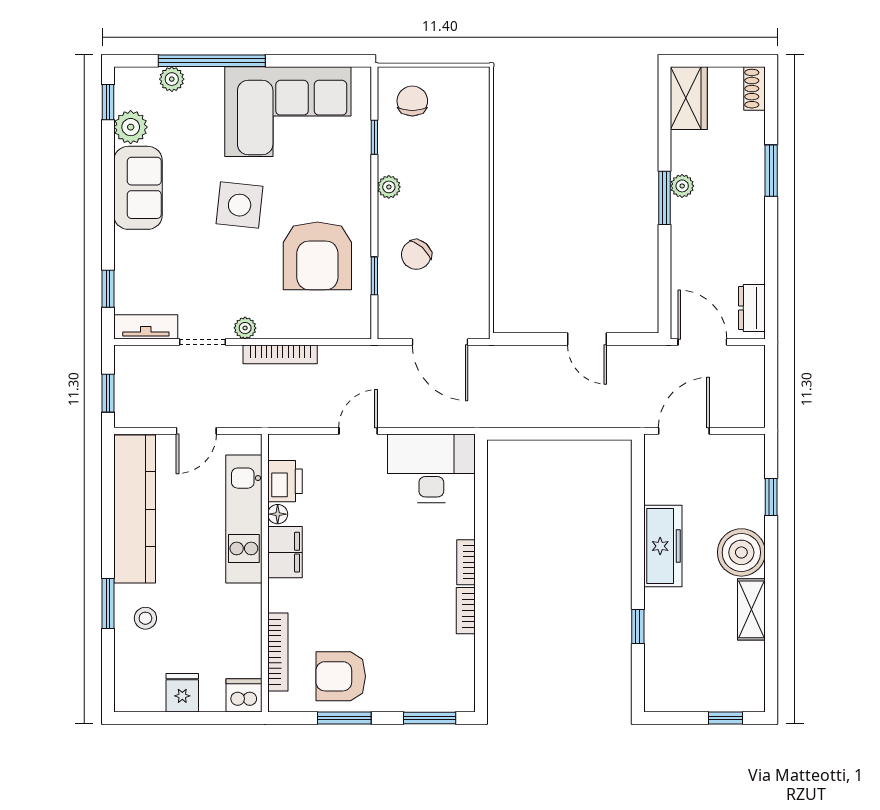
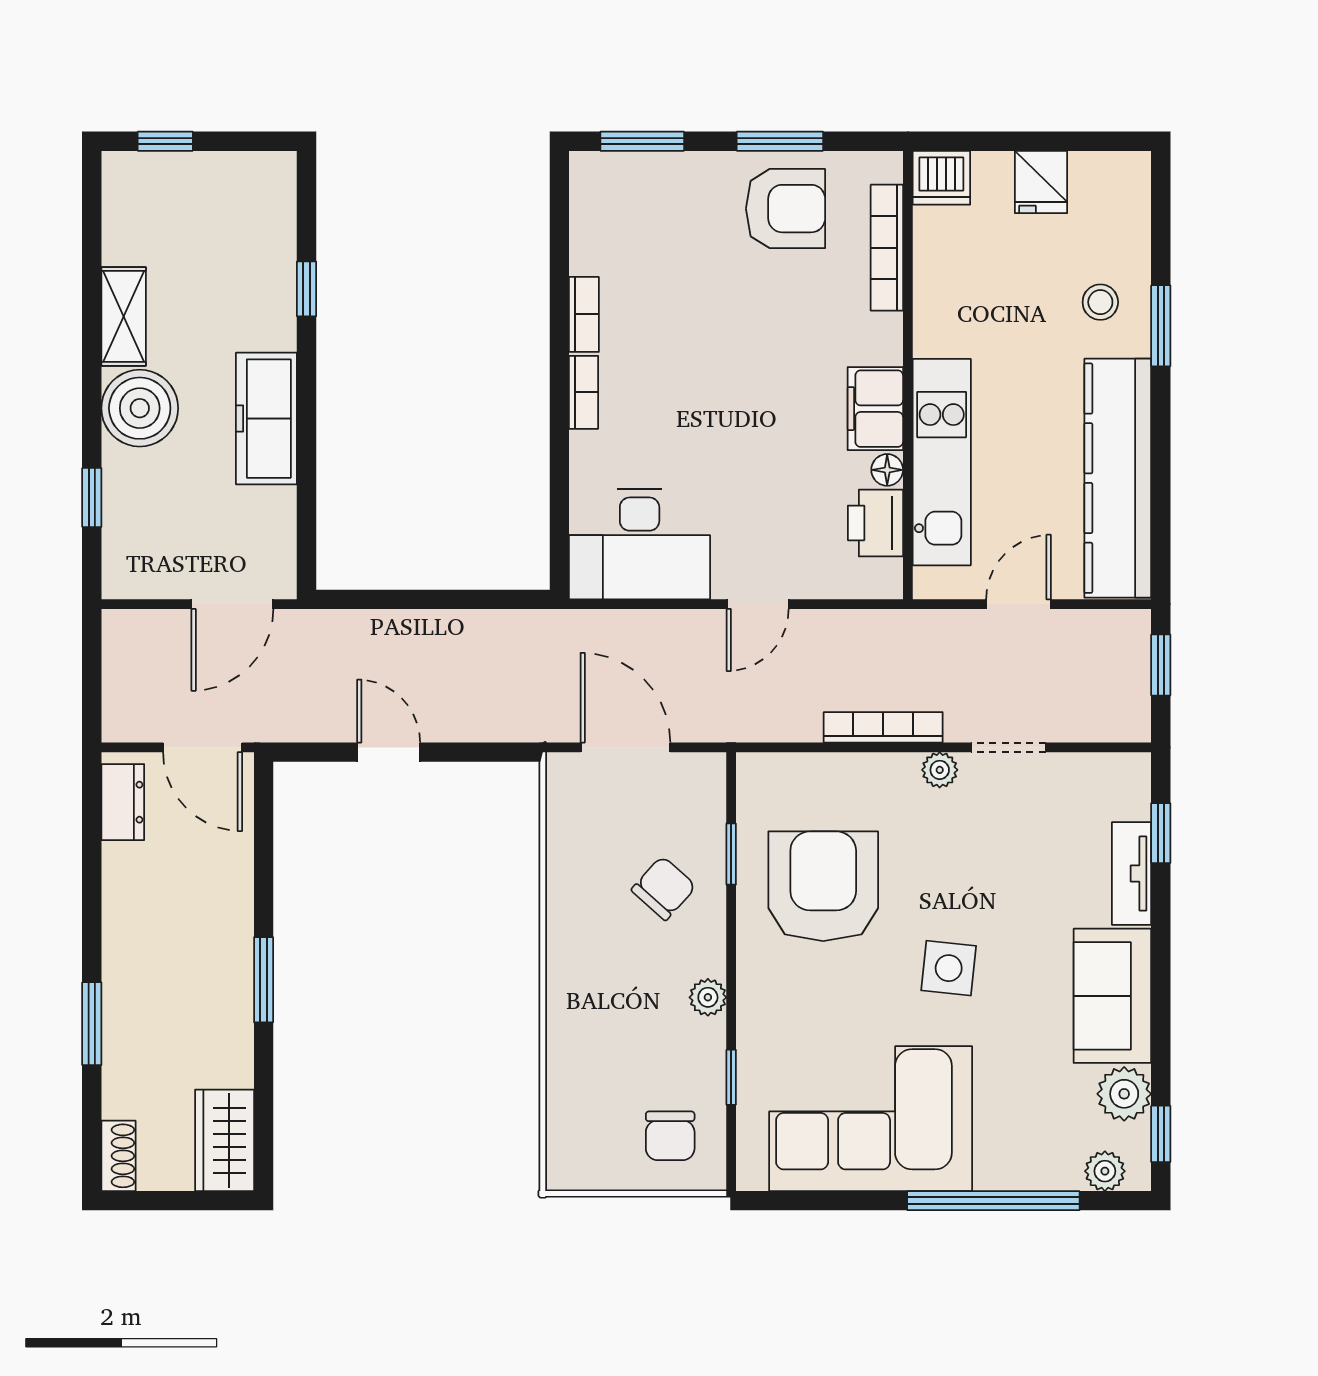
plant: (172, 79) -> (1105, 1171), moved
plant: (682, 186) -> (235, 999), removed
side table: (240, 205) -> (949, 968), width x0.73, depth x0.73
tv unit: (146, 327) -> (1132, 873), moved, turned 90

